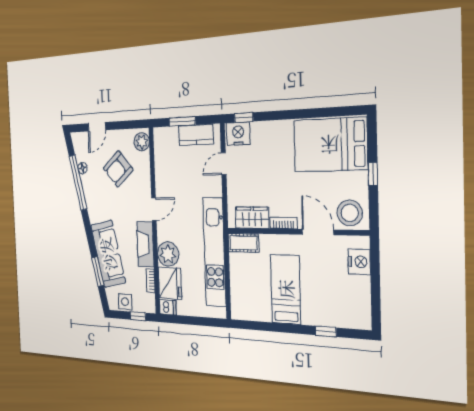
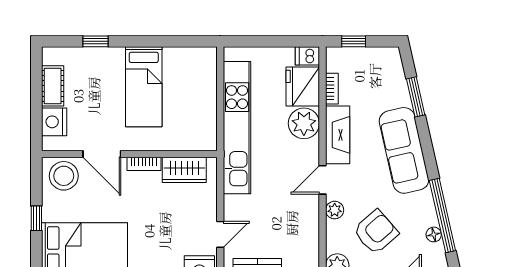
plant: (145, 185) -> (335, 210), added
cot: (243, 243) -> (53, 86), moved, turned 90
sofa: (108, 254) -> (404, 150), moved
side table: (125, 302) -> (373, 59), removed

